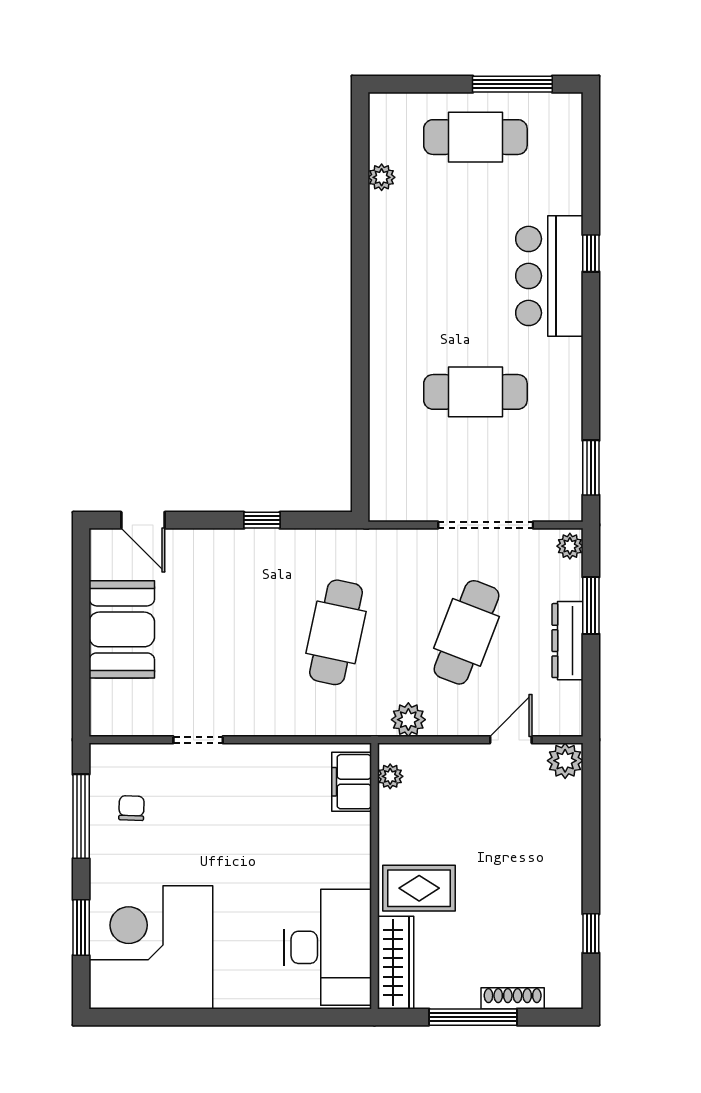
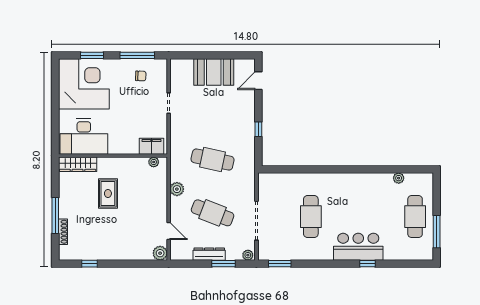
plant: (390, 776) -> (154, 162), moved
filing cabinet: (352, 782) -> (152, 146), moved
wall: (374, 876) -> (113, 156), moved
desk: (328, 947) -> (84, 136), moved
wardrobe: (396, 963) -> (78, 164), moved

